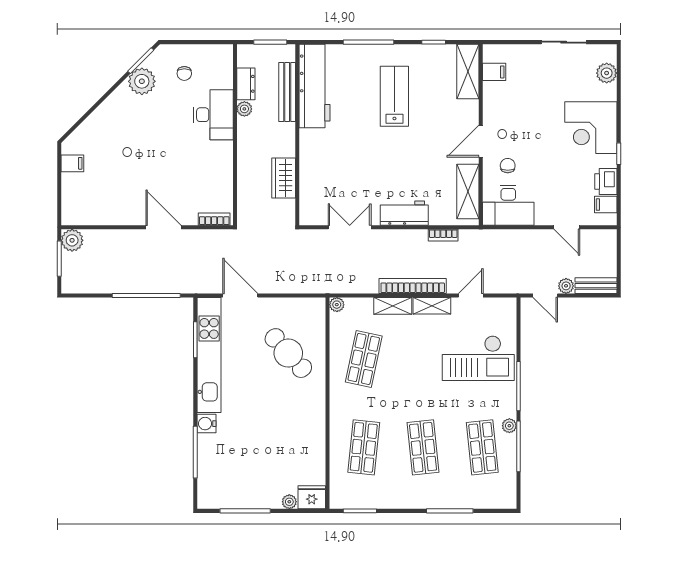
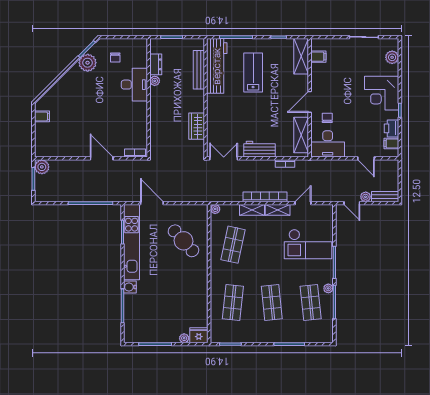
workbench: (314, 86) -> (217, 66), moved
bench: (287, 92) -> (199, 70), moved
wall: (297, 135) -> (205, 98), moved
wardrobe: (284, 178) -> (197, 126), moved

